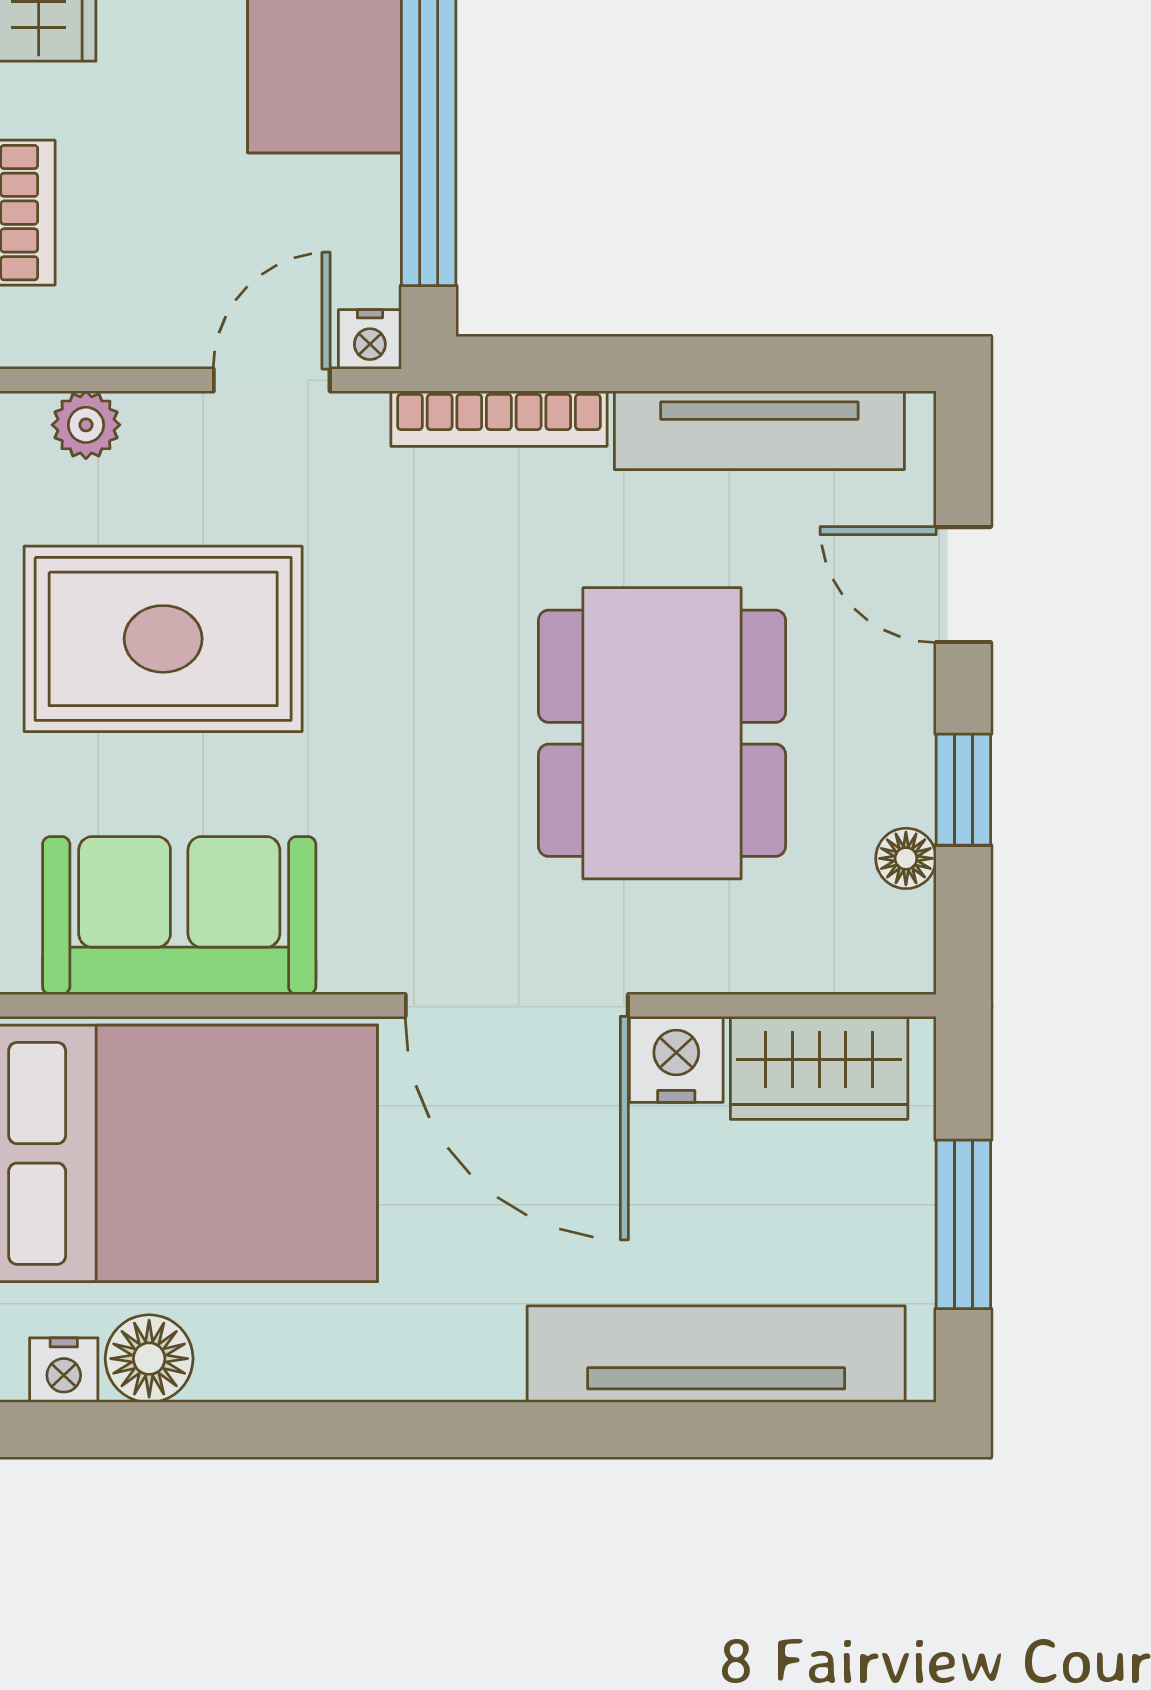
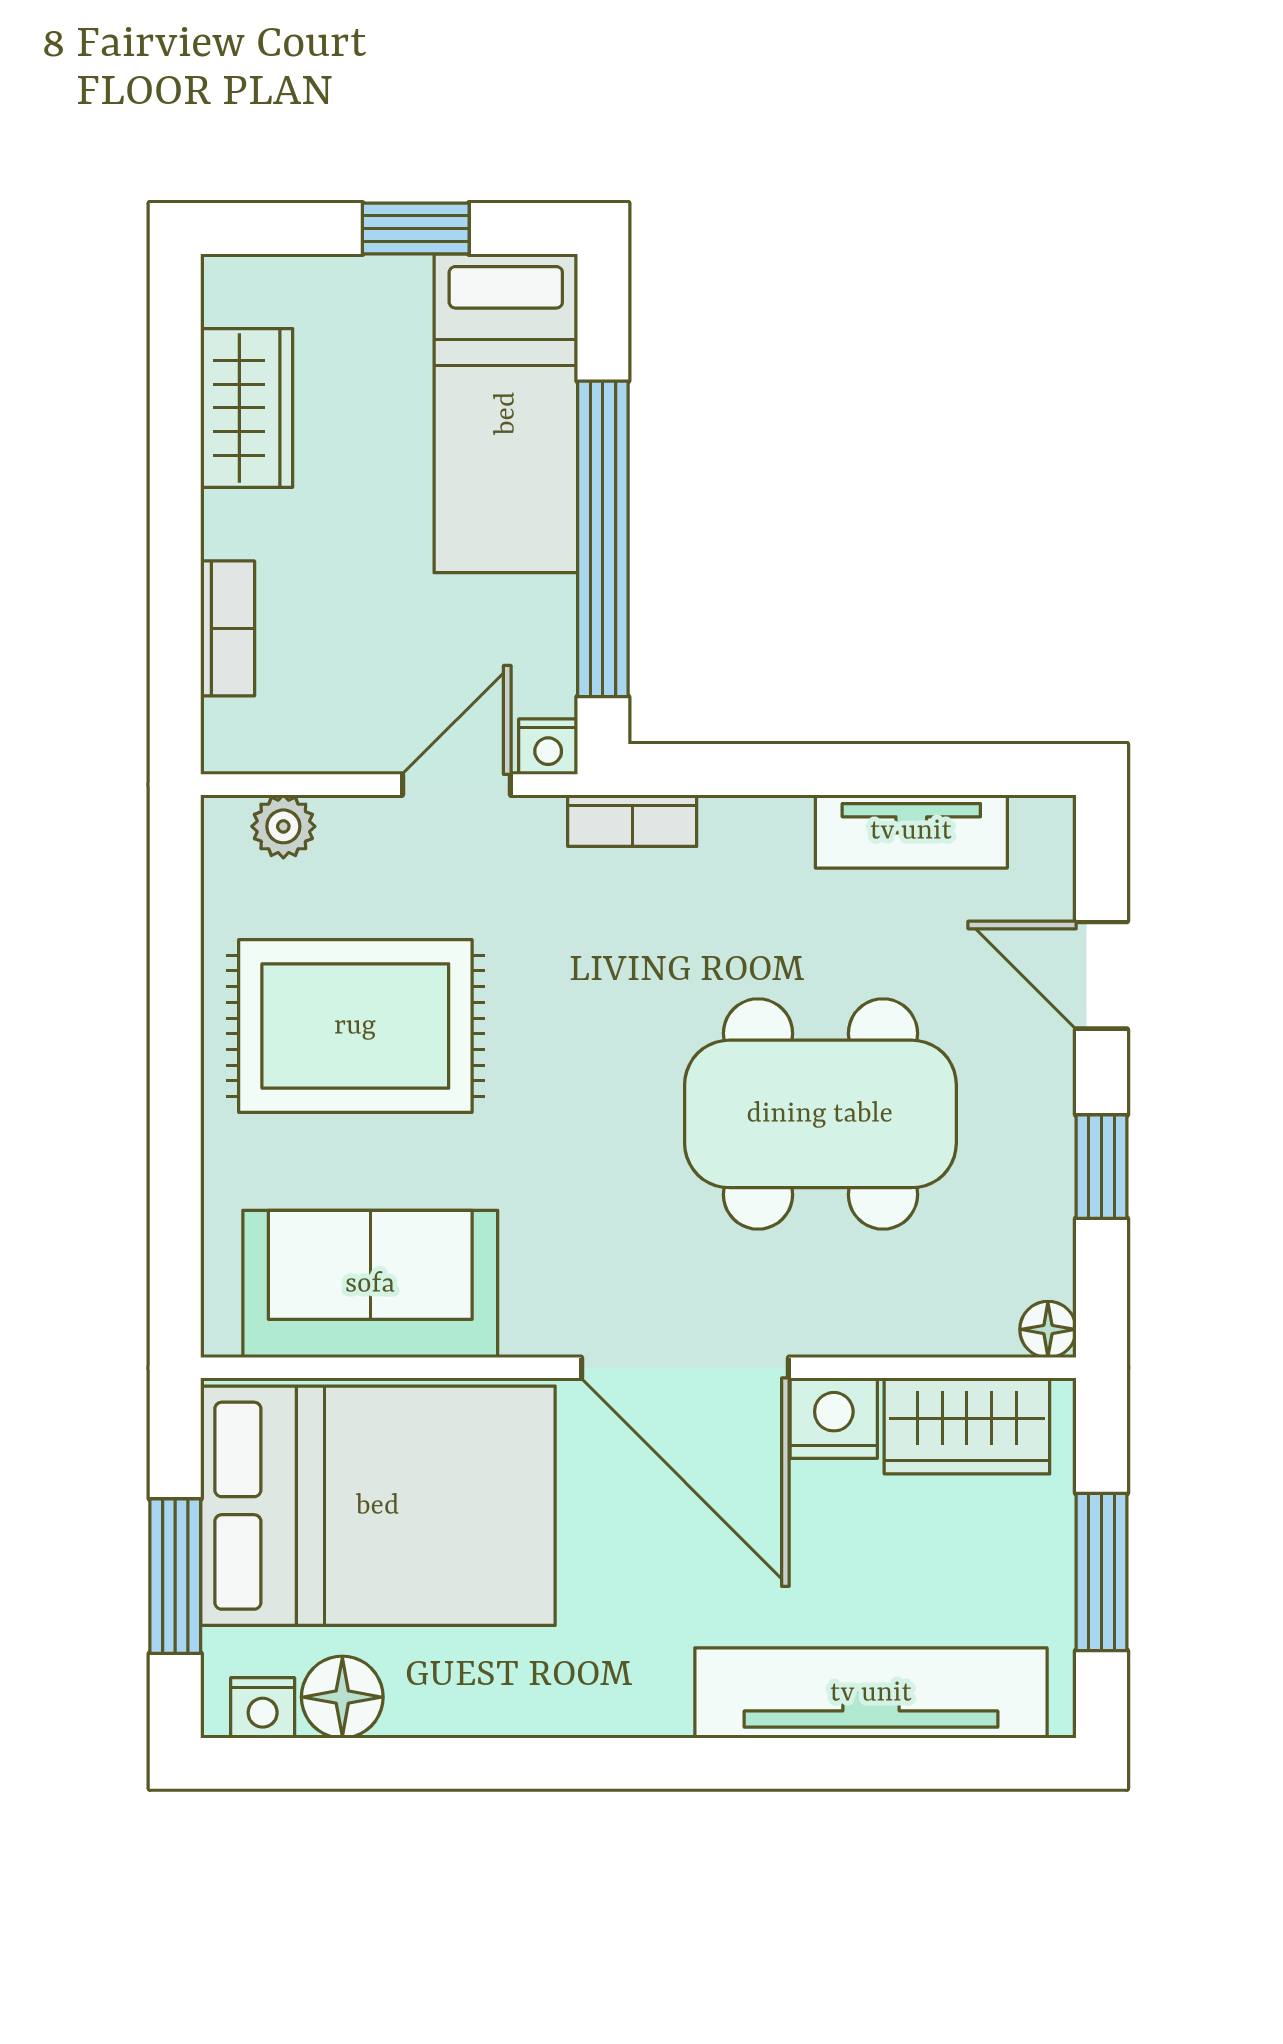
bookcase: (499, 419) -> (632, 821), width x0.64
tv unit: (759, 430) -> (911, 831), width x0.71
dining table: (662, 733) -> (820, 1114), turned 90
floor lamp: (906, 858) -> (1048, 1329), moved

